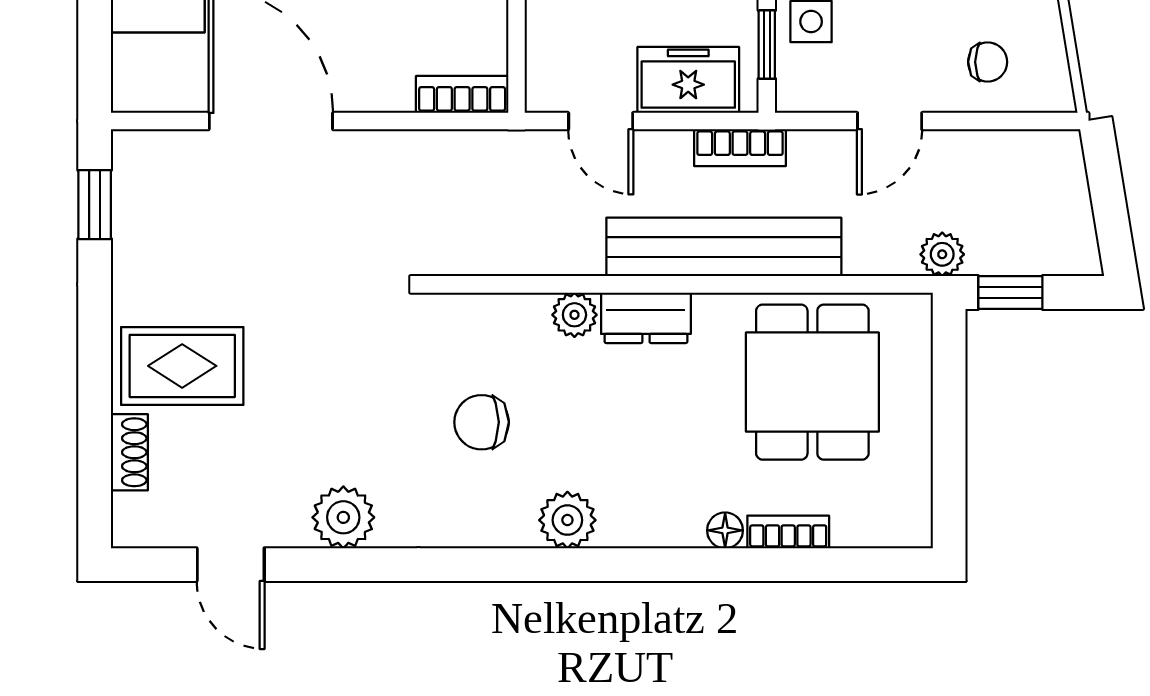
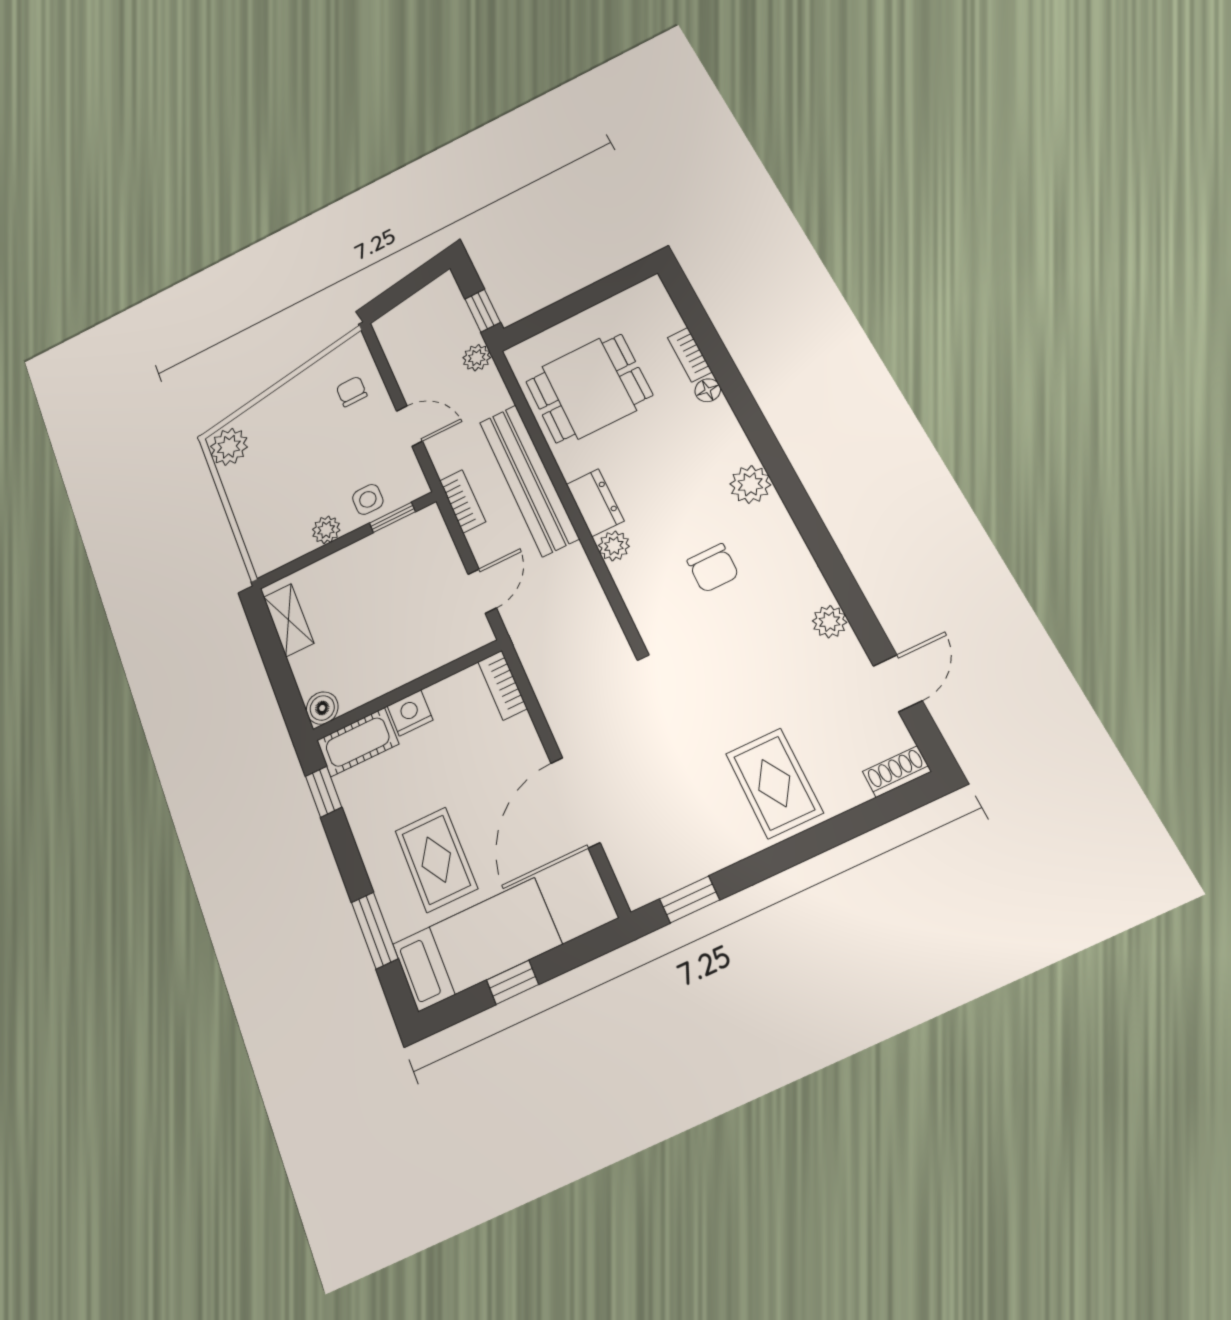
freezer: (688, 80) -> (434, 552), removed
shoe rack: (129, 452) -> (897, 772), moved
plant: (343, 517) -> (830, 622), width x0.73, depth x0.73

